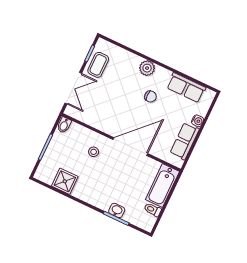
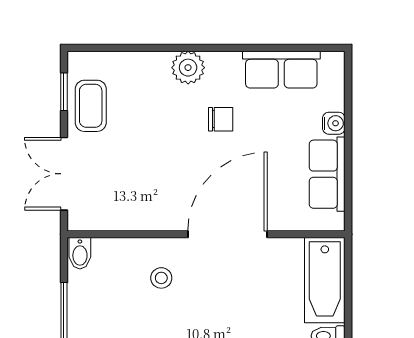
double door: (73, 88) -> (64, 174), swing flipped

